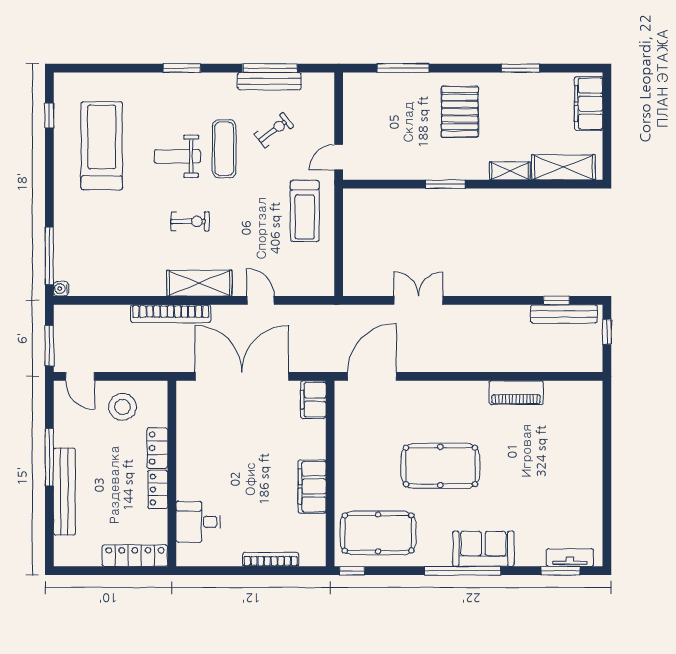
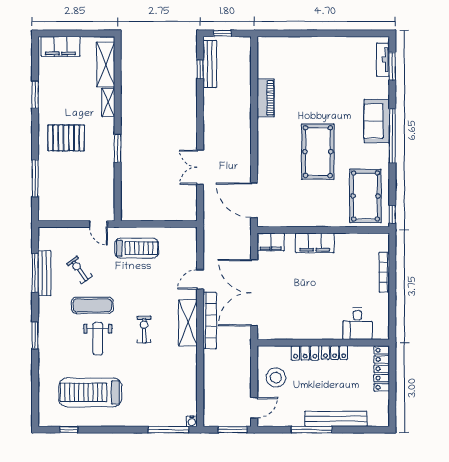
bookcase: (171, 314) -> (210, 321), moved
filing cabinet: (312, 487) -> (315, 243), moved

